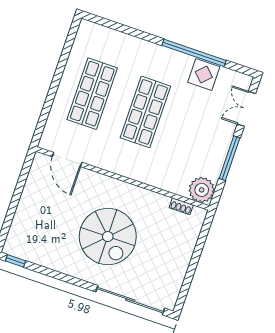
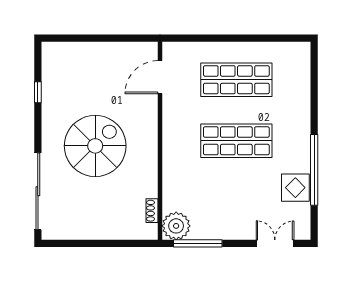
window: (230, 158) -> (198, 243), moved
spiral stairs: (108, 237) -> (95, 146), turned 180
window: (16, 261) -> (38, 92), moved

